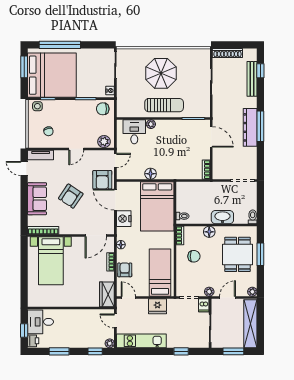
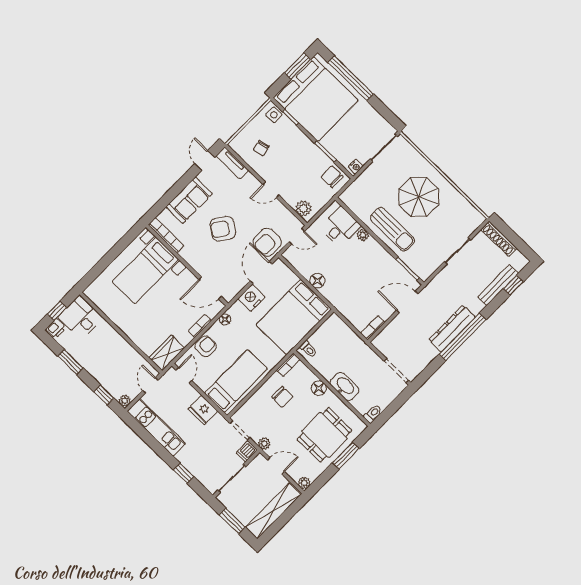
window: (260, 126) -> (463, 337), width x1.46
door: (211, 137) -> (407, 302), swing flipped

